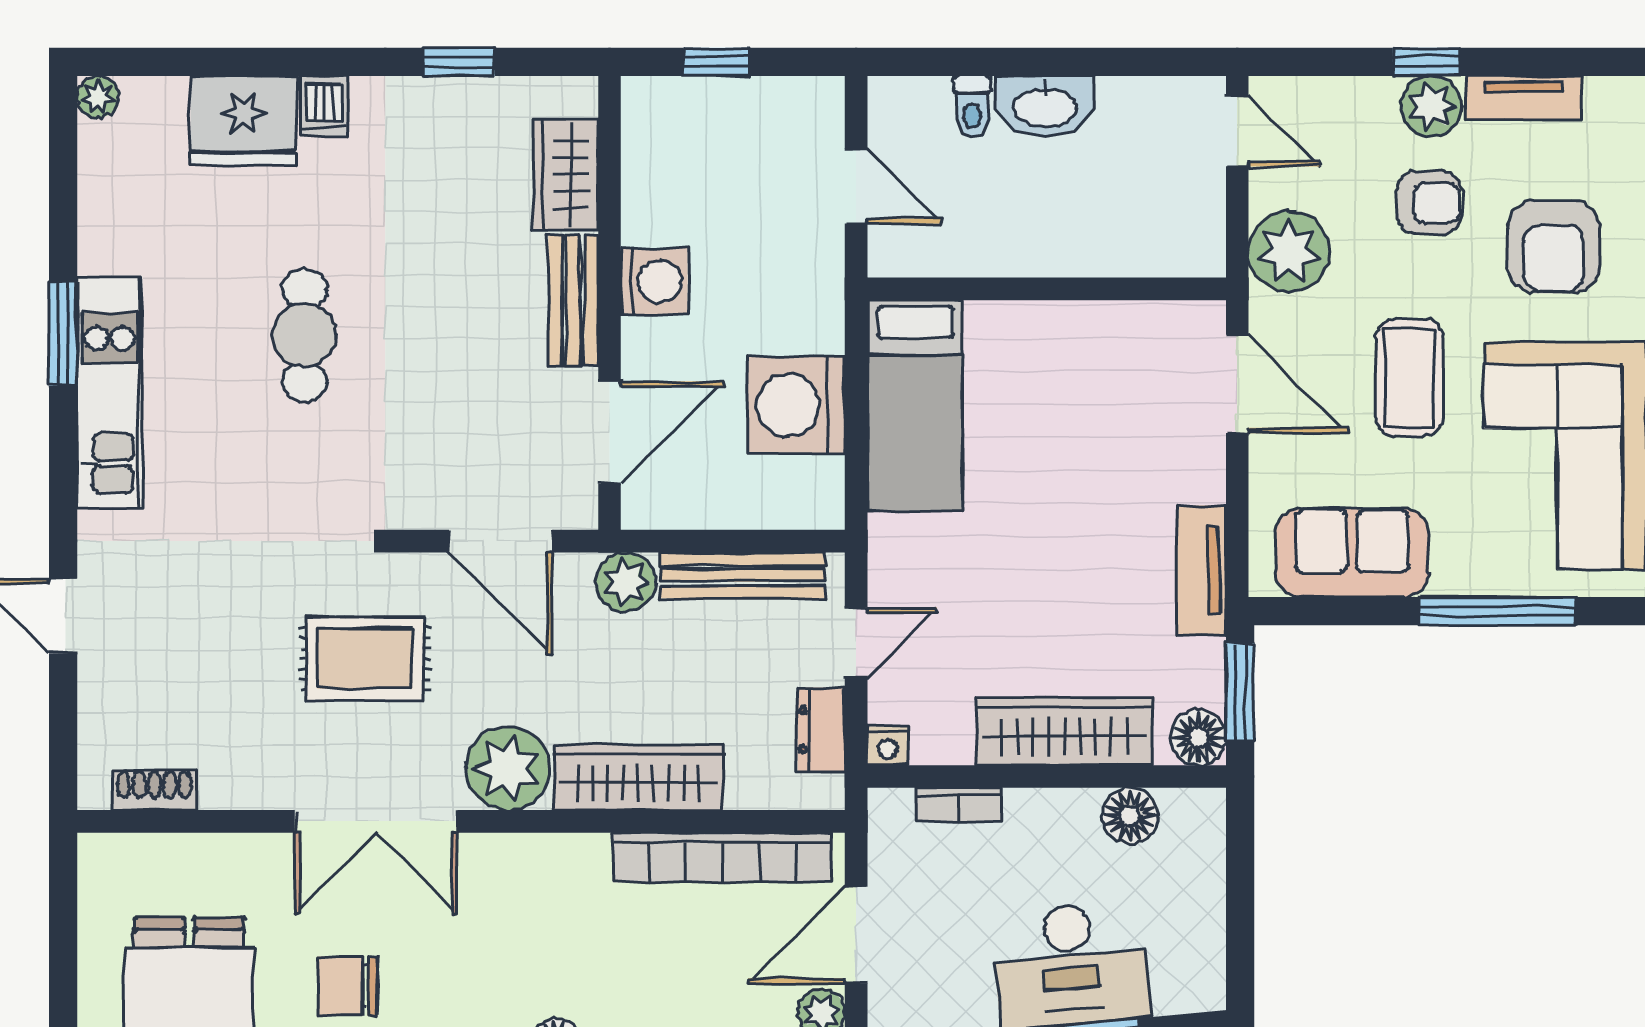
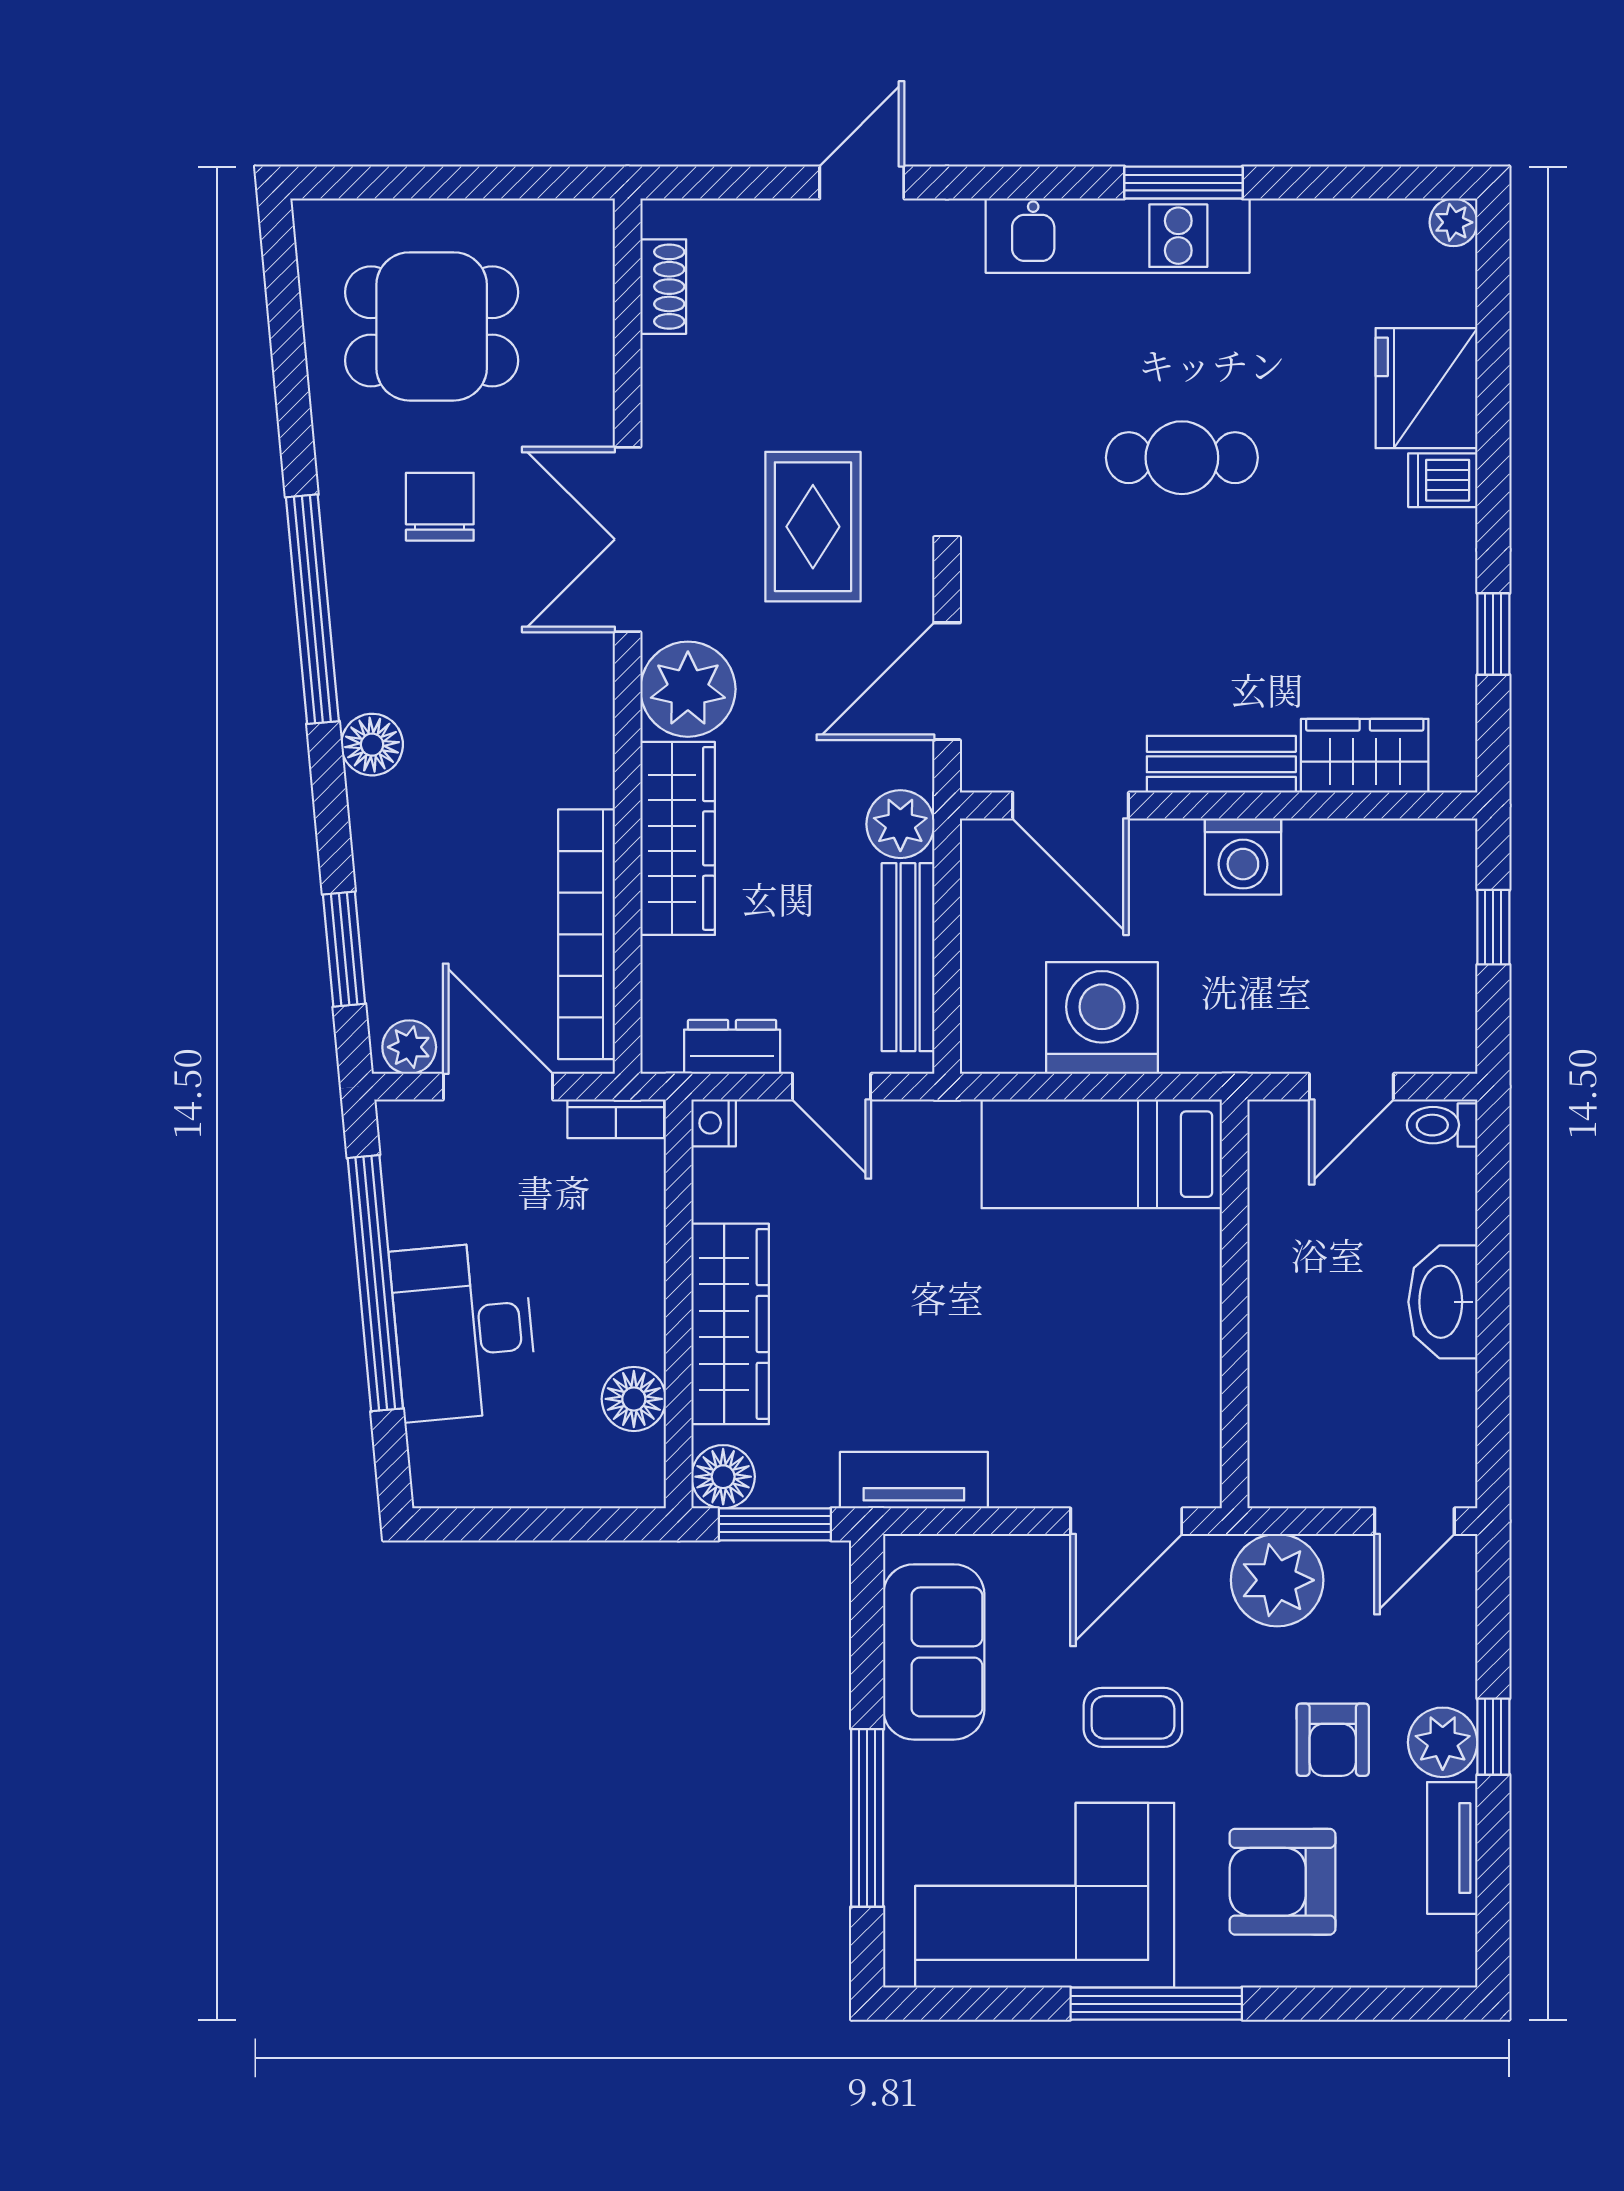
toilet: (972, 107) -> (1442, 1125), moved
coffee table: (1409, 378) -> (1133, 1717), width x0.73, depth x0.77
bookcase: (959, 805) -> (616, 1119), moved, turned -90

